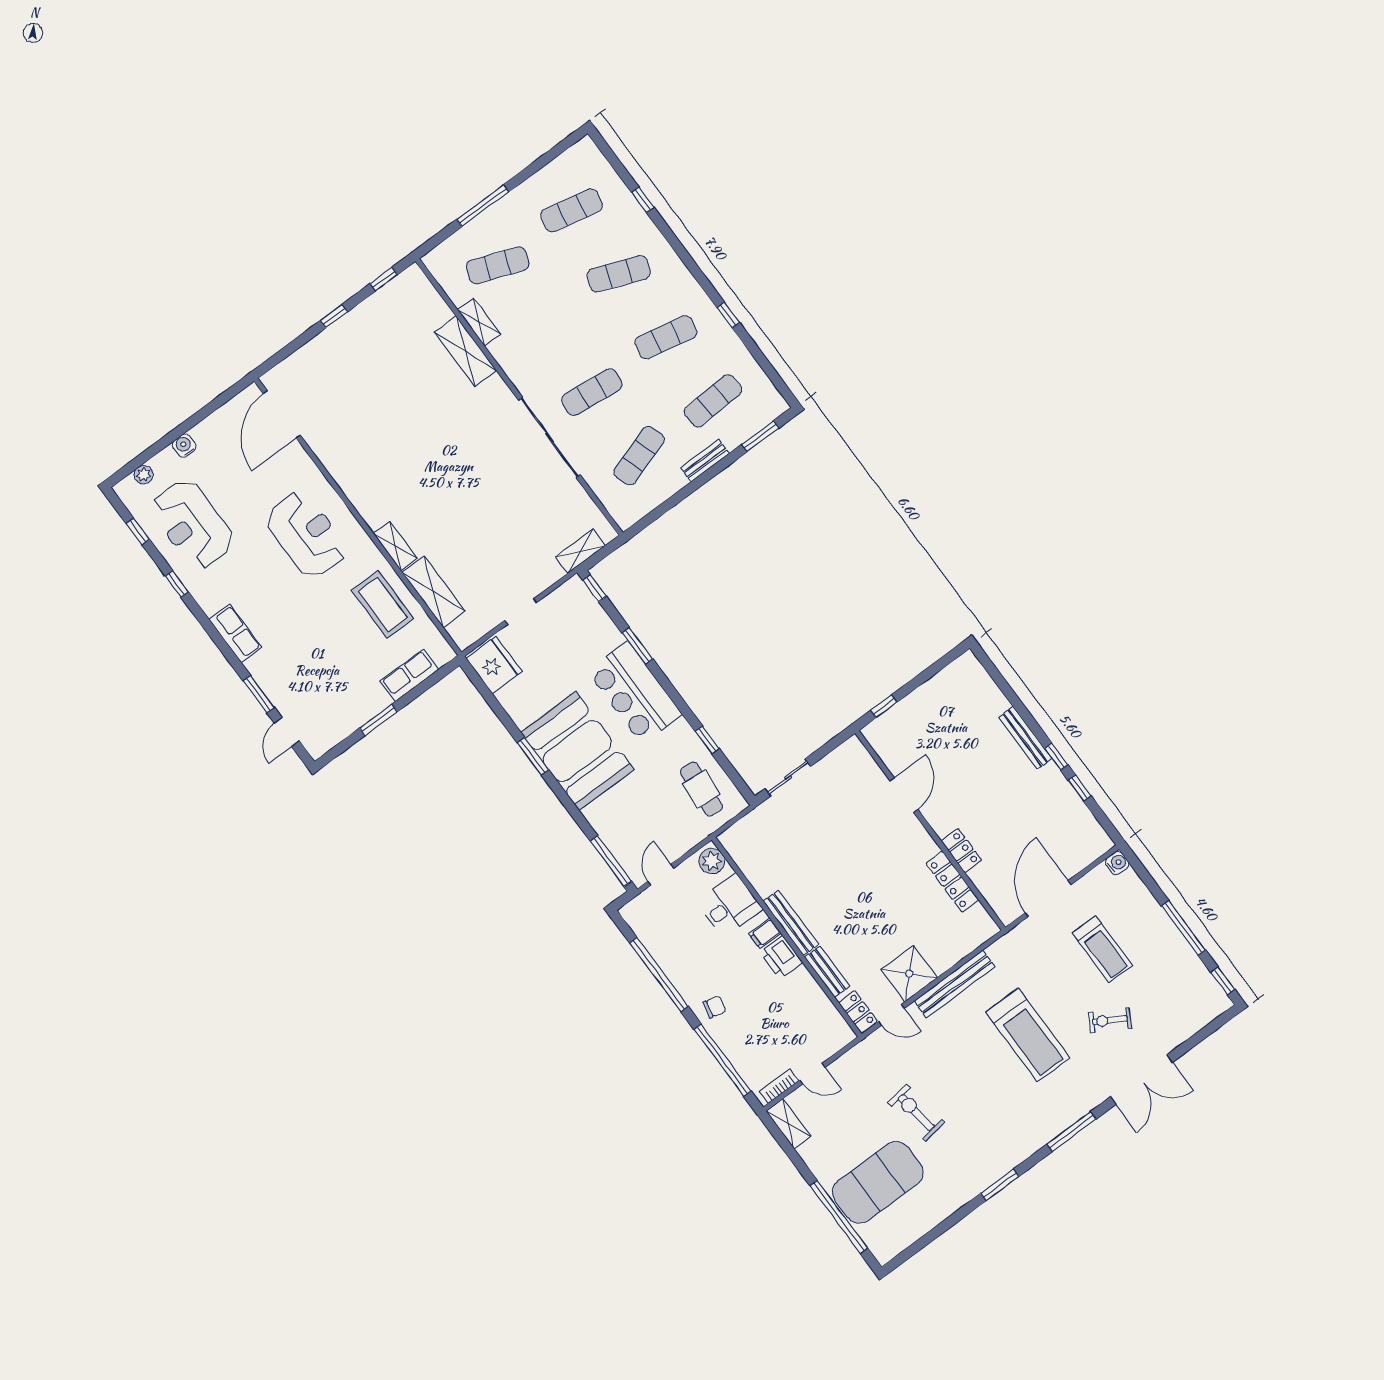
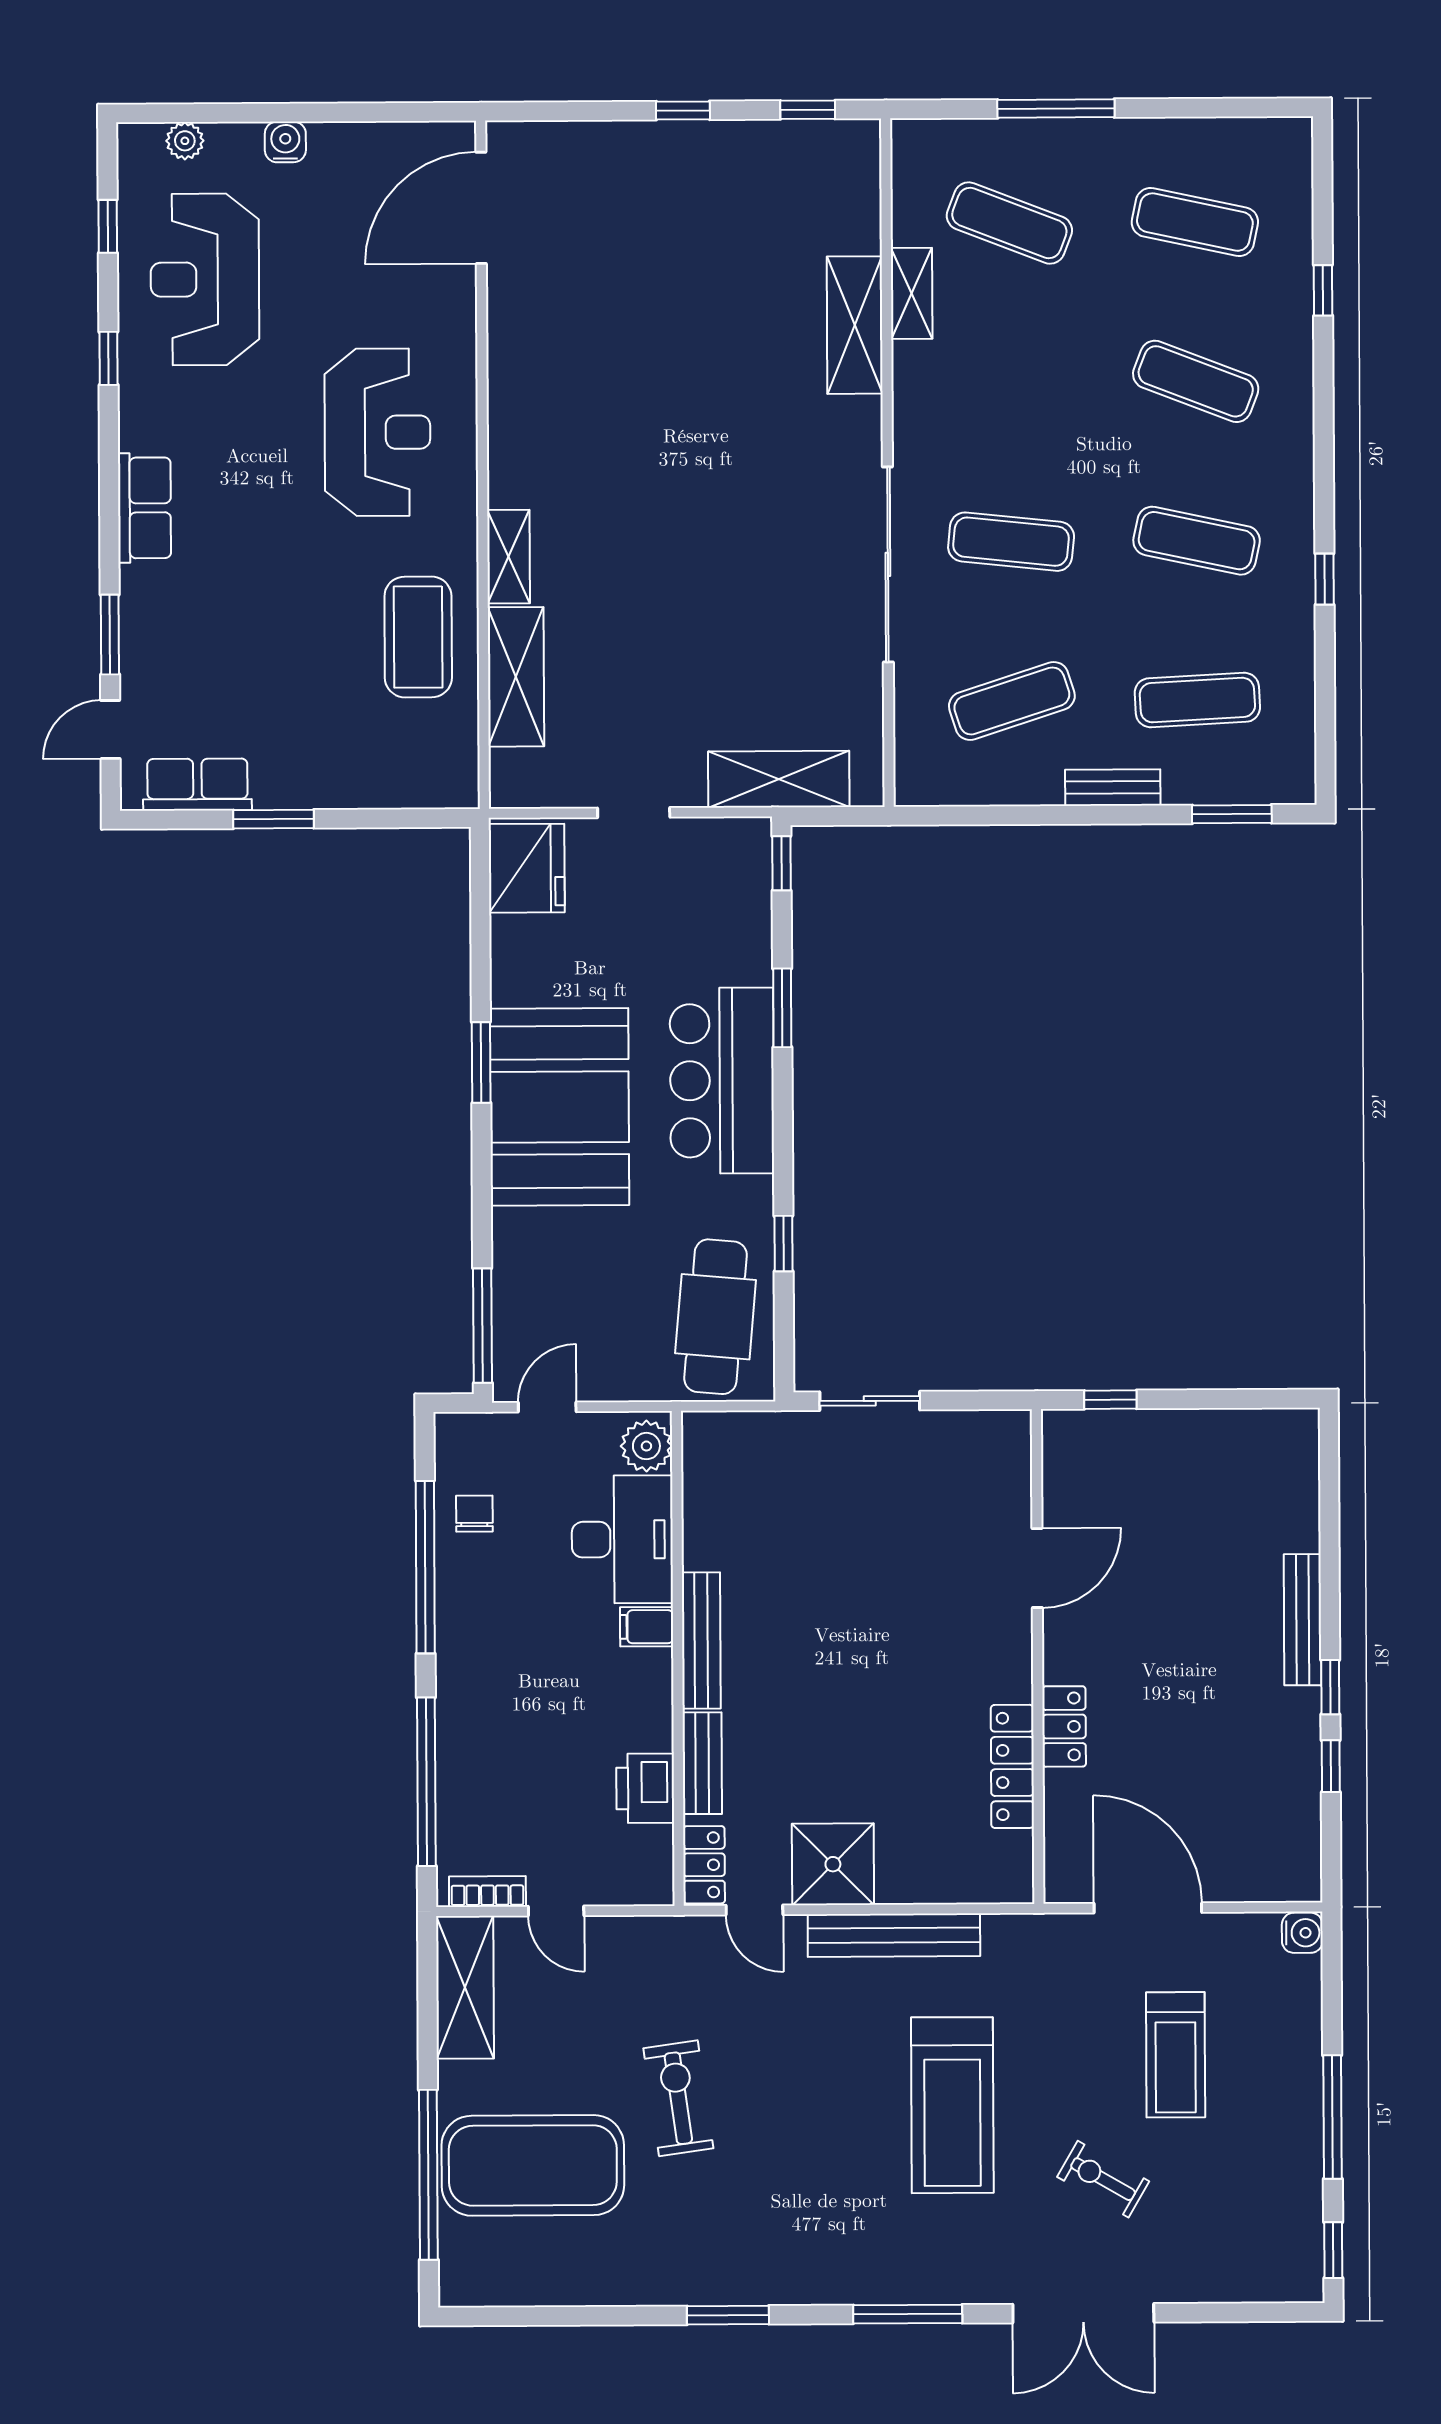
shelving: (580, 551) -> (779, 779), width x1.50, depth x1.33
row of seats: (409, 675) -> (197, 785), moved
cafe table: (701, 789) -> (716, 1317), width x1.37, depth x1.35
door: (1048, 899) -> (1148, 1908), hinge flipped
desk: (730, 906) -> (622, 1539), width x1.37
printer: (781, 957) -> (645, 1788), moved
chair: (715, 1007) -> (474, 1514), moved, turned -104
shelving: (788, 1124) -> (465, 1987), width x1.50, depth x1.33

